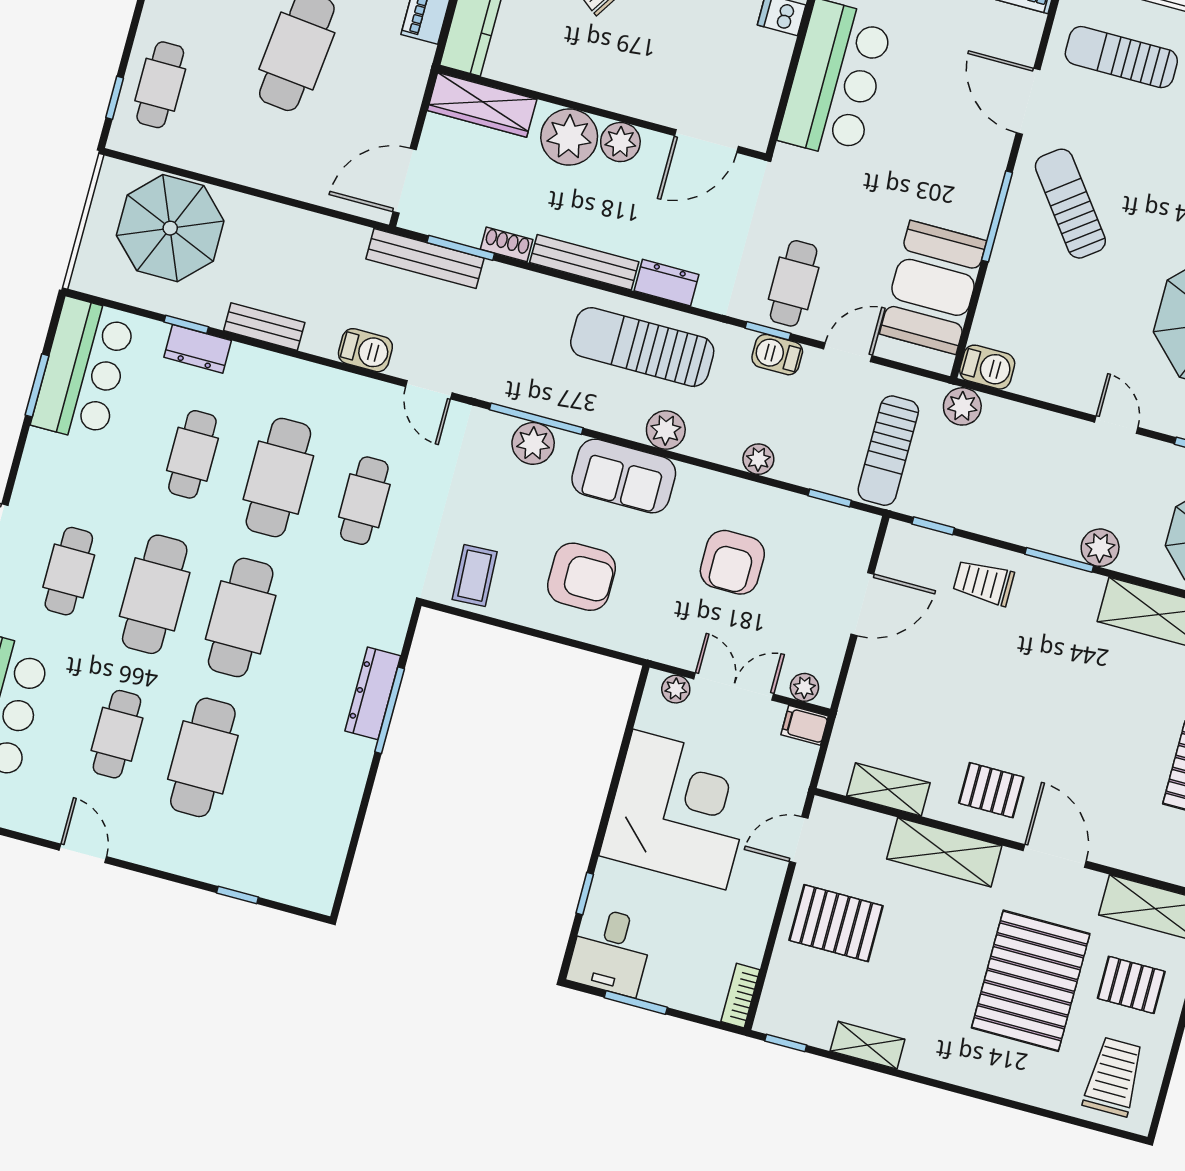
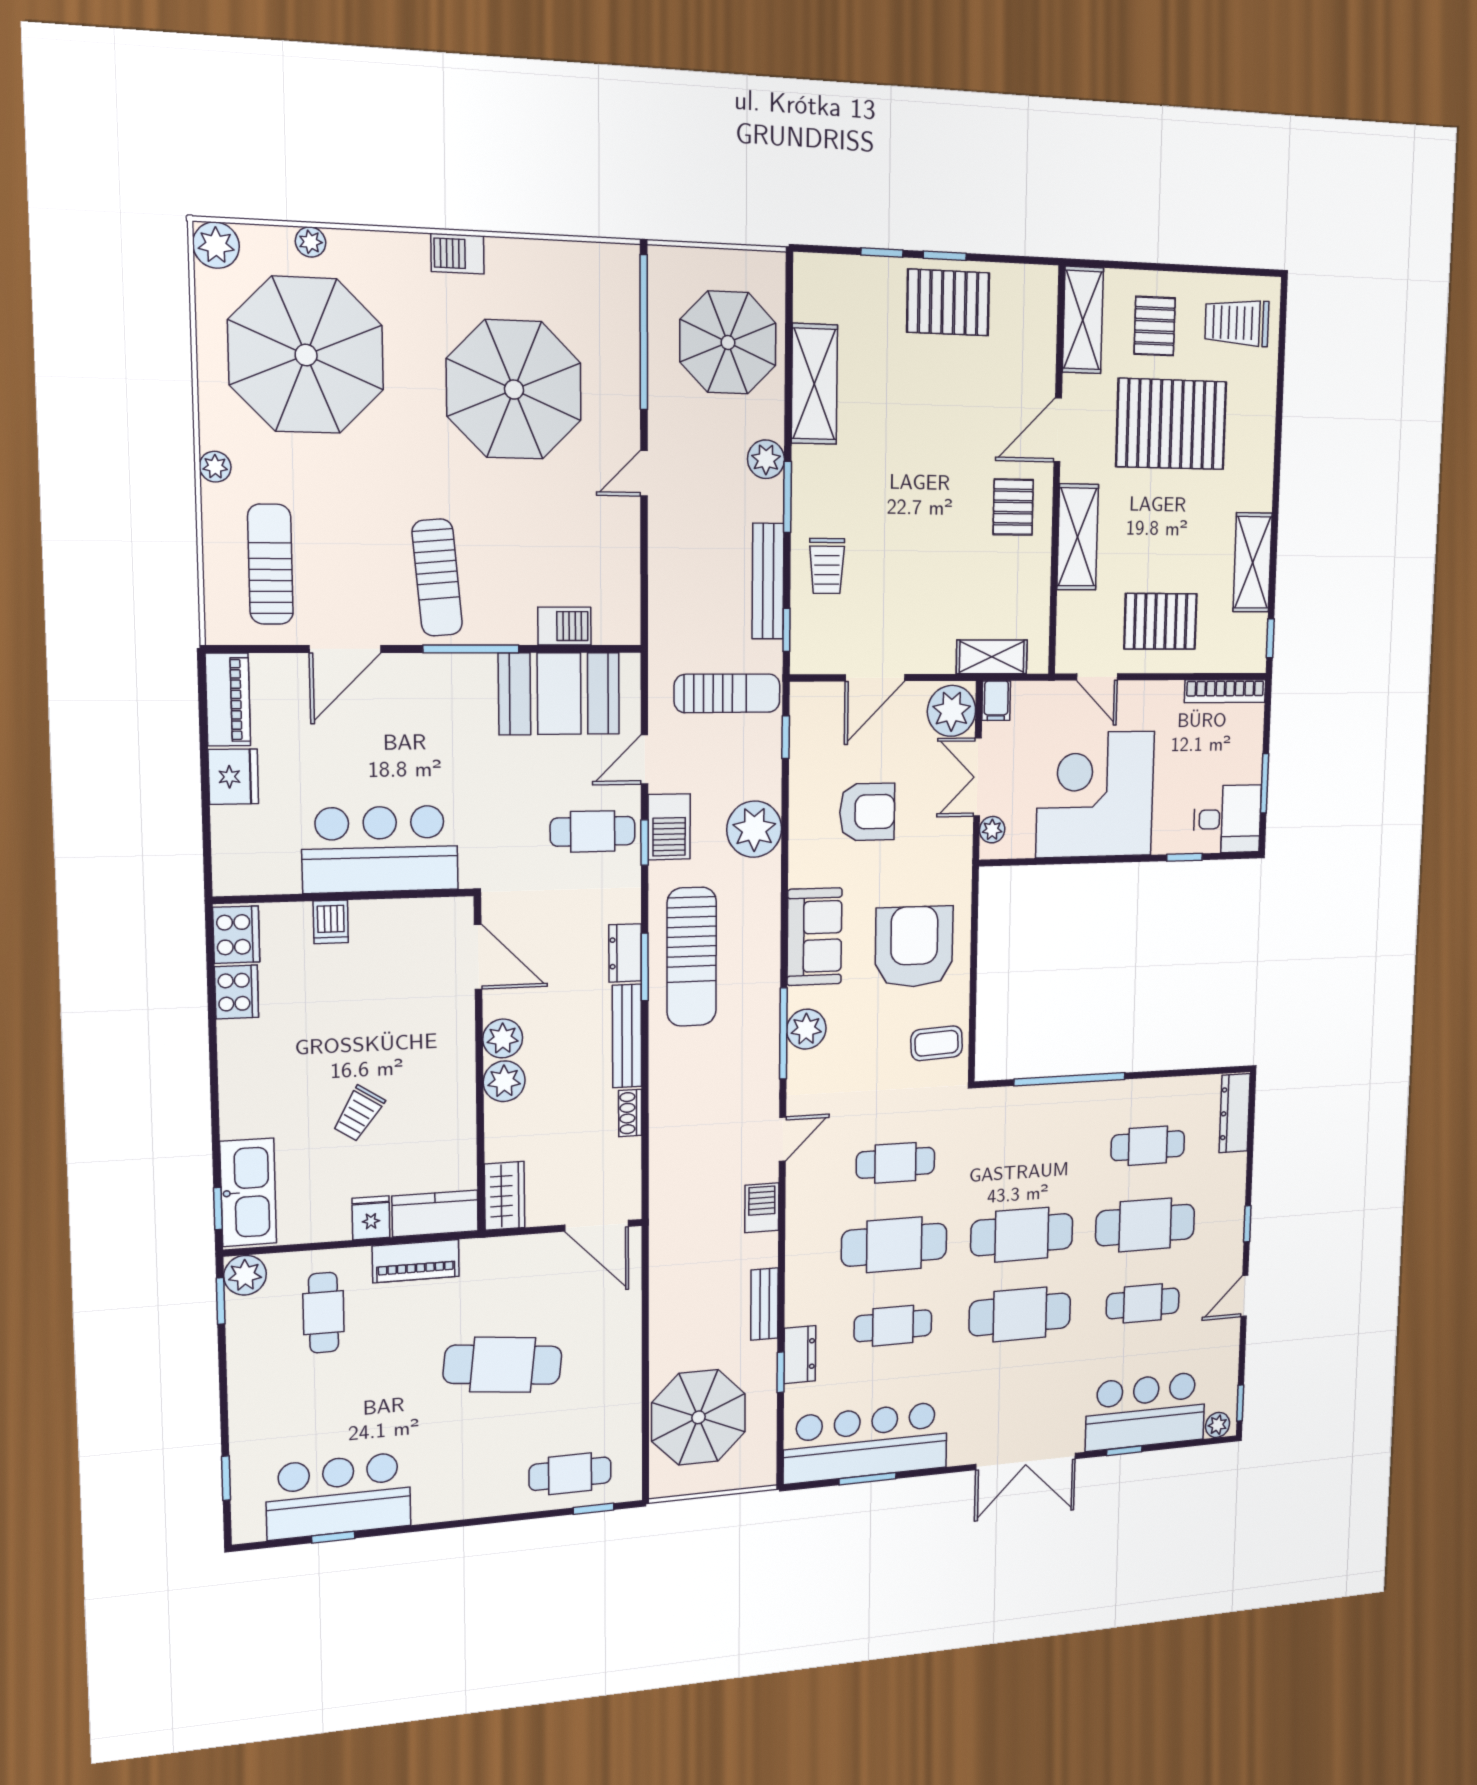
sun lounger: (1121, 57) -> (270, 564), turned 180
wardrobe: (482, 105) -> (505, 1196), width x0.67
plant: (569, 137) -> (504, 1081), width x0.73, depth x0.73
sun lounger: (1070, 204) -> (437, 578), turned -58
window: (461, 248) -> (645, 967), moved
bench: (425, 259) -> (768, 581), moved
door: (848, 352) -> (644, 759), hinge flipped
barbecue: (777, 355) -> (669, 827), width x1.38, depth x1.27
barbecue: (987, 367) -> (564, 626), moved, turned 90
bar counter: (84, 370) -> (866, 1443), width x1.36
plant: (962, 406) -> (667, 633), removed
plant: (666, 430) -> (763, 911), removed
plant: (758, 459) -> (754, 829), width x1.87, depth x1.87
cafe table: (69, 571) -> (1148, 1146), moved
armchair: (582, 577) -> (914, 947), width x1.36, depth x1.36
door: (862, 604) -> (875, 678), swing flipped
plant: (804, 687) -> (952, 711), width x1.88, depth x1.88
dresser: (373, 693) -> (1235, 1113), moved, turned 90
window: (390, 710) -> (1070, 1079), width x1.46
shelving: (888, 789) -> (992, 657), moved, turned 90
window: (237, 895) -> (1247, 1224), moved
pallet: (836, 923) -> (1160, 621), turned 90
bookcase: (740, 996) -> (1225, 691), width x1.56
shelving: (868, 1045) -> (1253, 562), width x1.50, depth x1.33

